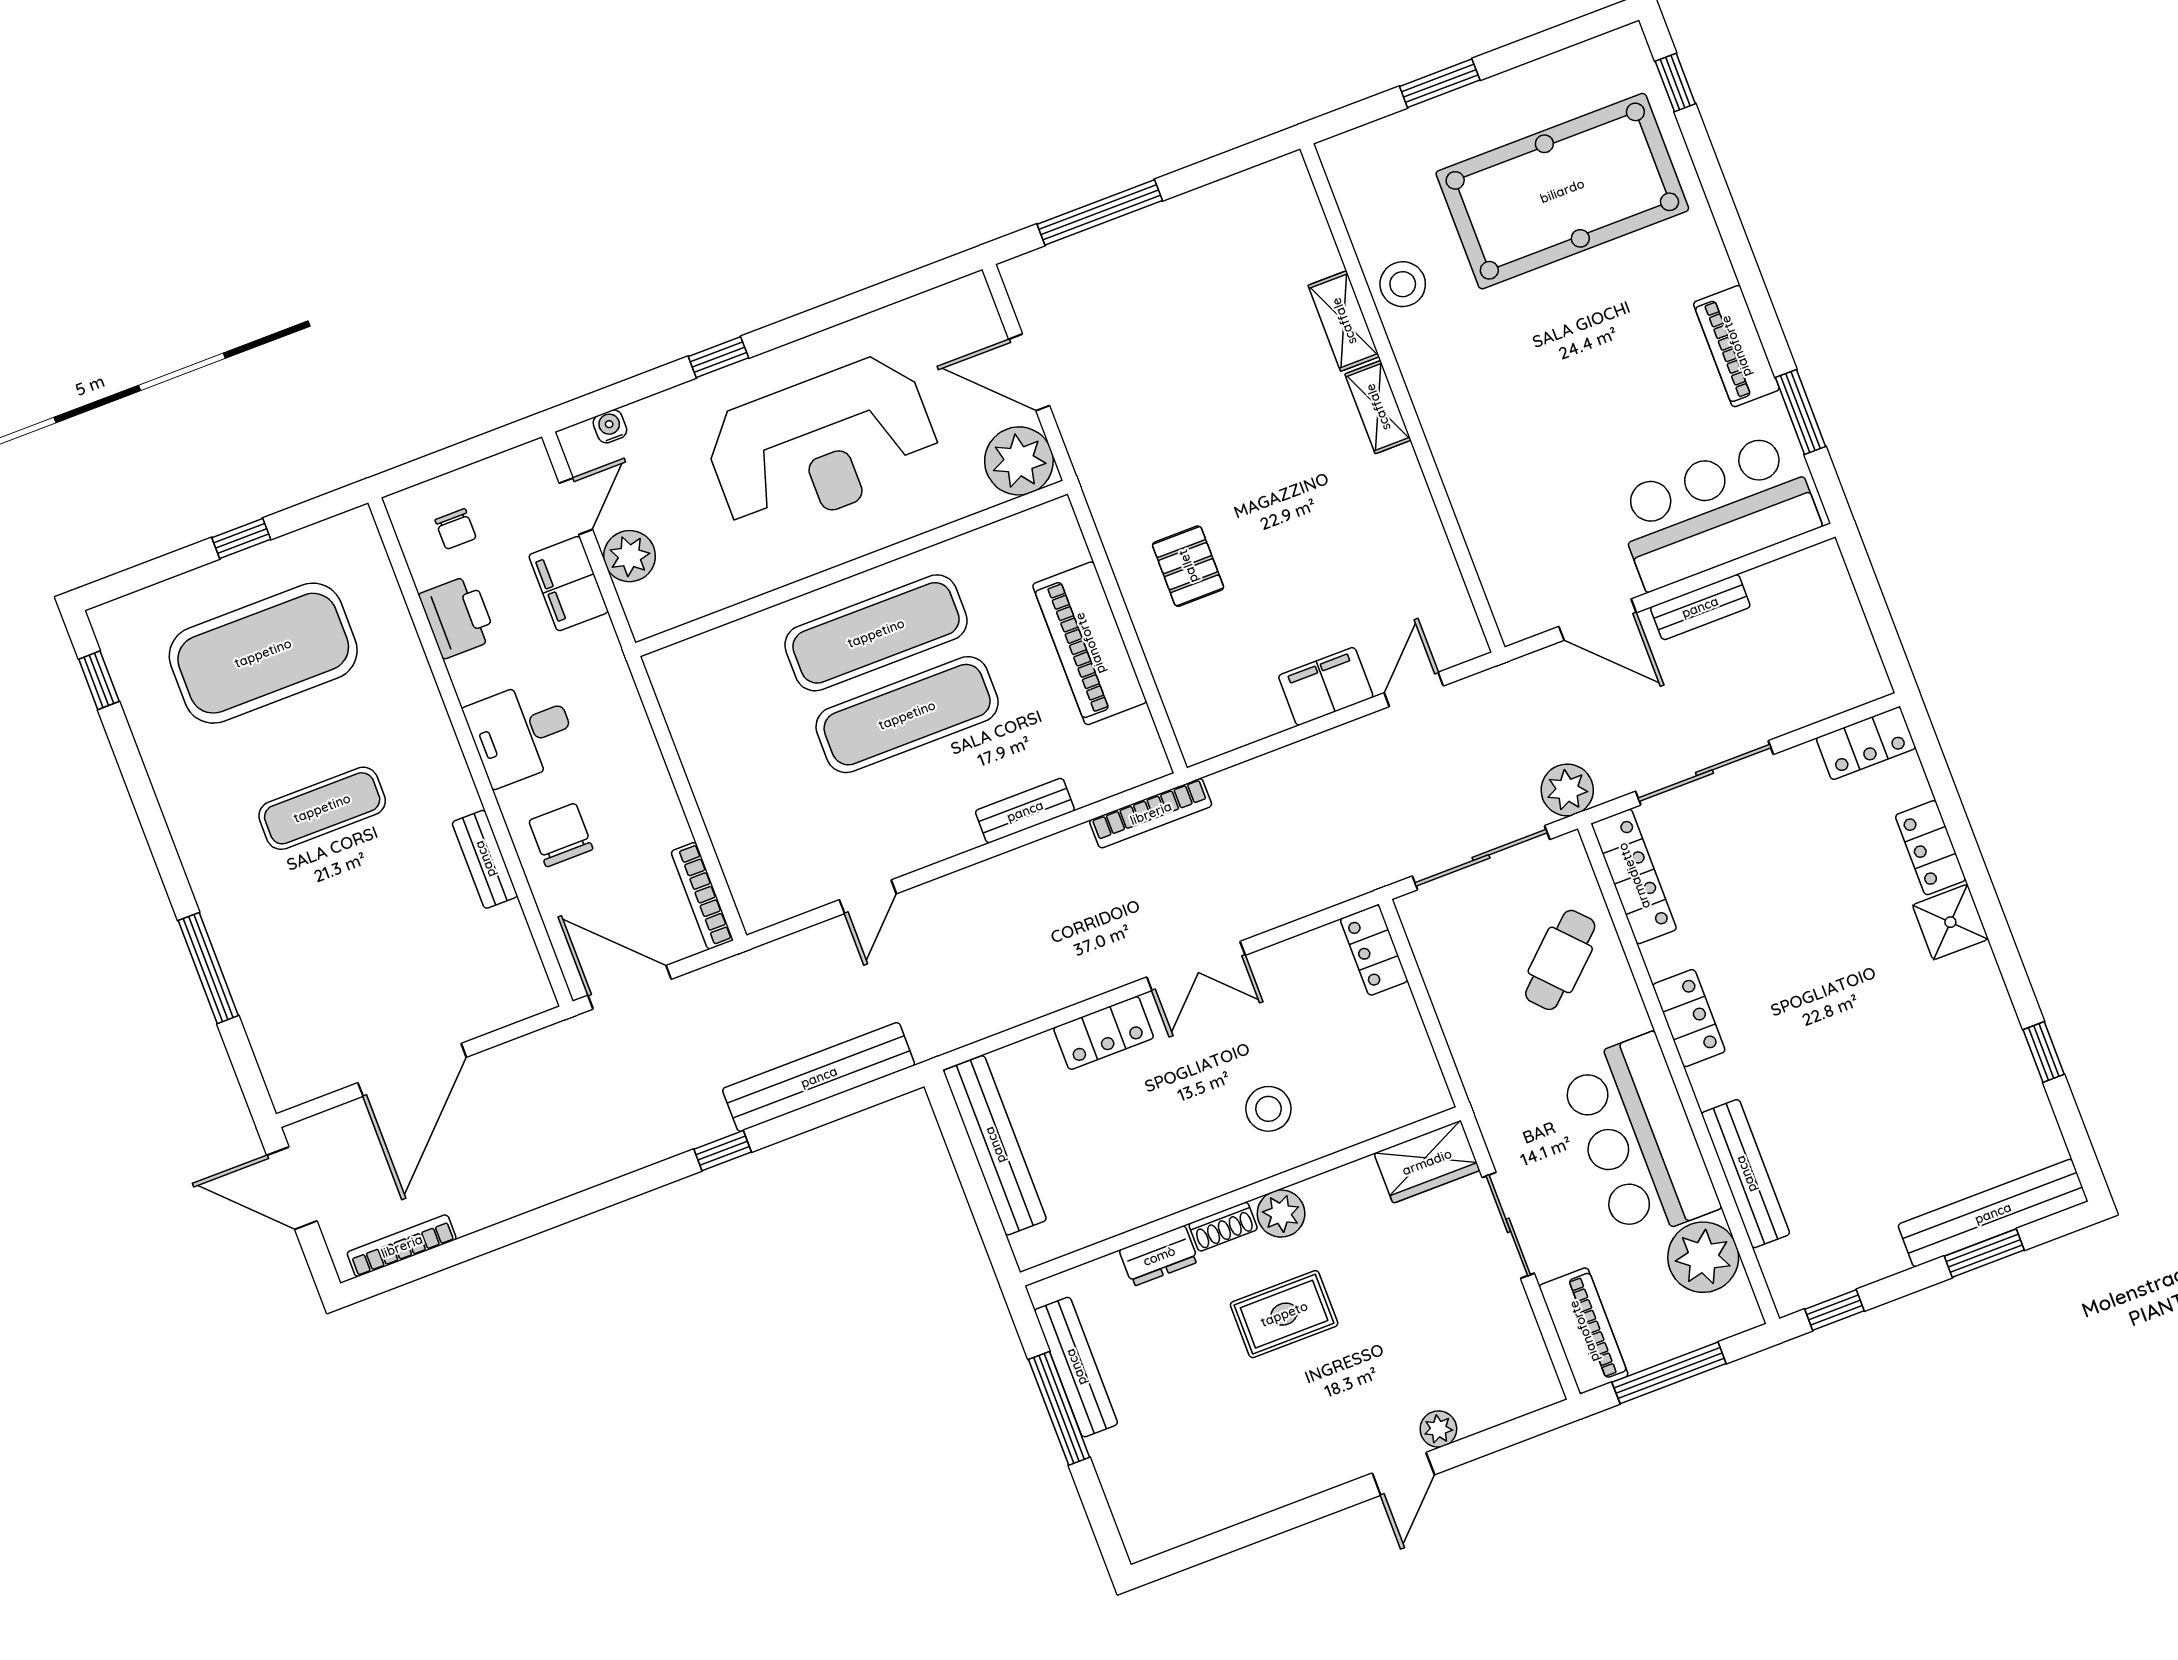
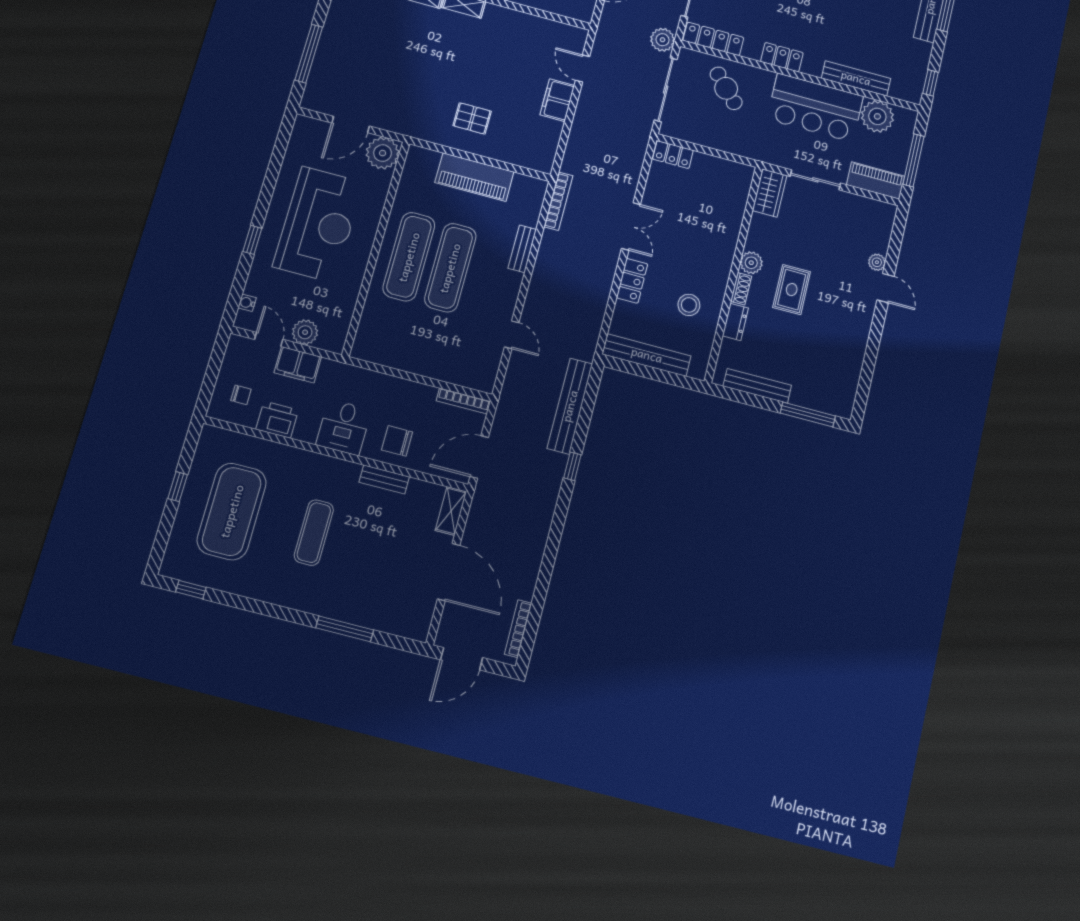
shelving: (511, 1004) -> (451, 511), added
stool: (1268, 1109) -> (689, 305), moved
window: (1059, 1408) -> (808, 414), moved

